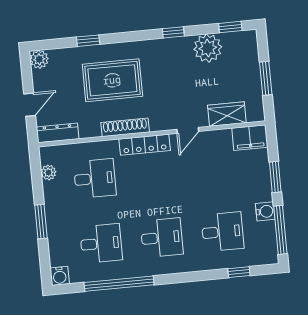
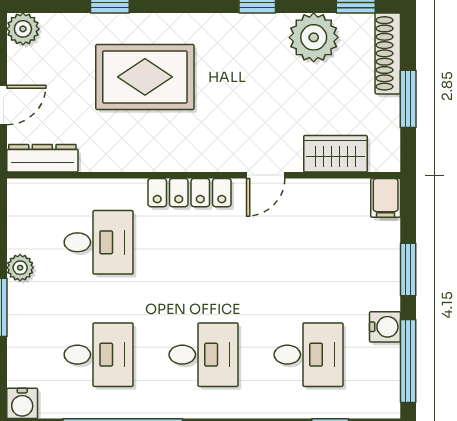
shoe rack: (125, 127) -> (388, 53), moved, turned -90
filing cabinet: (250, 138) -> (386, 198), width x0.50
plant: (48, 172) -> (20, 268), moved

